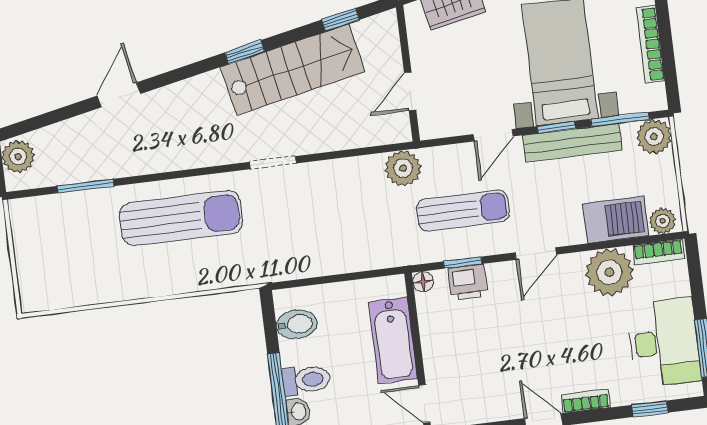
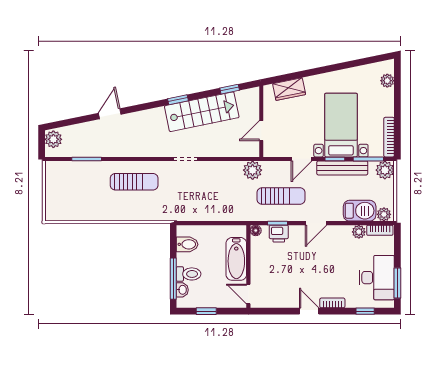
bookcase: (650, 44) -> (389, 137), moved
sun lounger: (181, 218) -> (134, 182), width x0.73, depth x0.75
plant: (609, 272) -> (359, 232), width x0.53, depth x0.53

